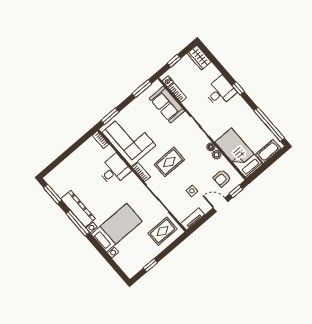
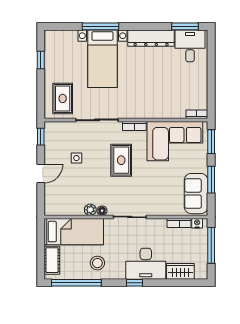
wardrobe: (199, 58) -> (180, 271), moved
window: (174, 61) -> (211, 245), width x2.17
window: (142, 89) -> (211, 180), moved
desk: (220, 92) -> (146, 264), width x1.37
sofa: (167, 105) -> (196, 194), moved, turned -90
stool: (246, 122) -> (97, 263), added
desk: (114, 170) -> (190, 46), moved, turned 180
armchair: (222, 178) -> (64, 196), removed
window: (236, 191) -> (41, 137), moved
tv unit: (193, 219) -> (50, 136), removed
window: (78, 223) -> (101, 26), moved

